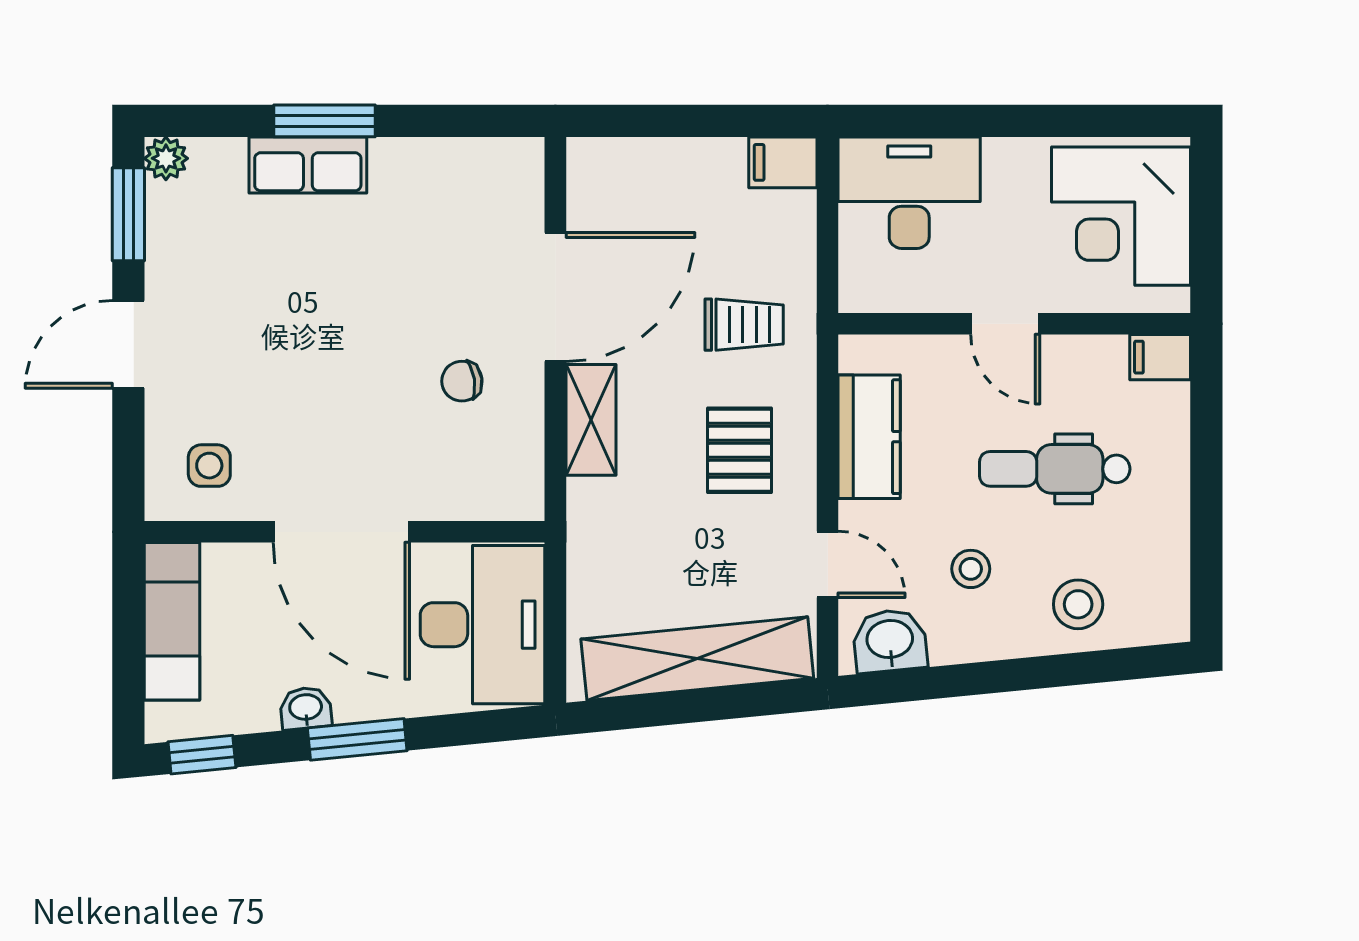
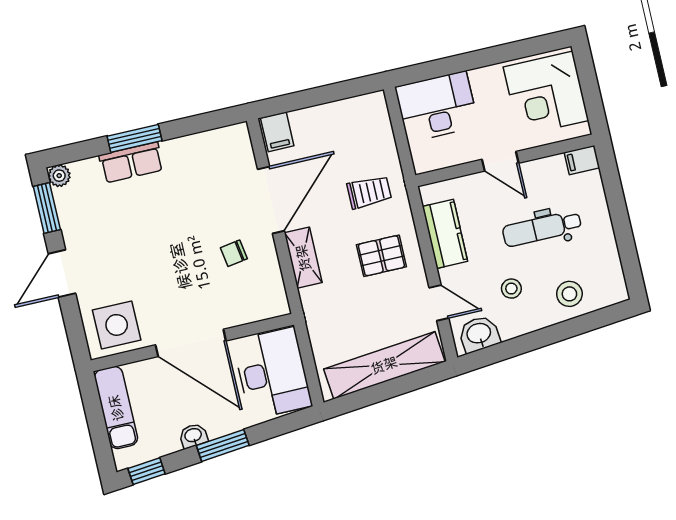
filing cabinet: (783, 162) -> (277, 132), moved, turned -90
pallet: (740, 450) -> (381, 256), turned 90
side table: (209, 466) -> (117, 325), width x1.87, depth x1.87

